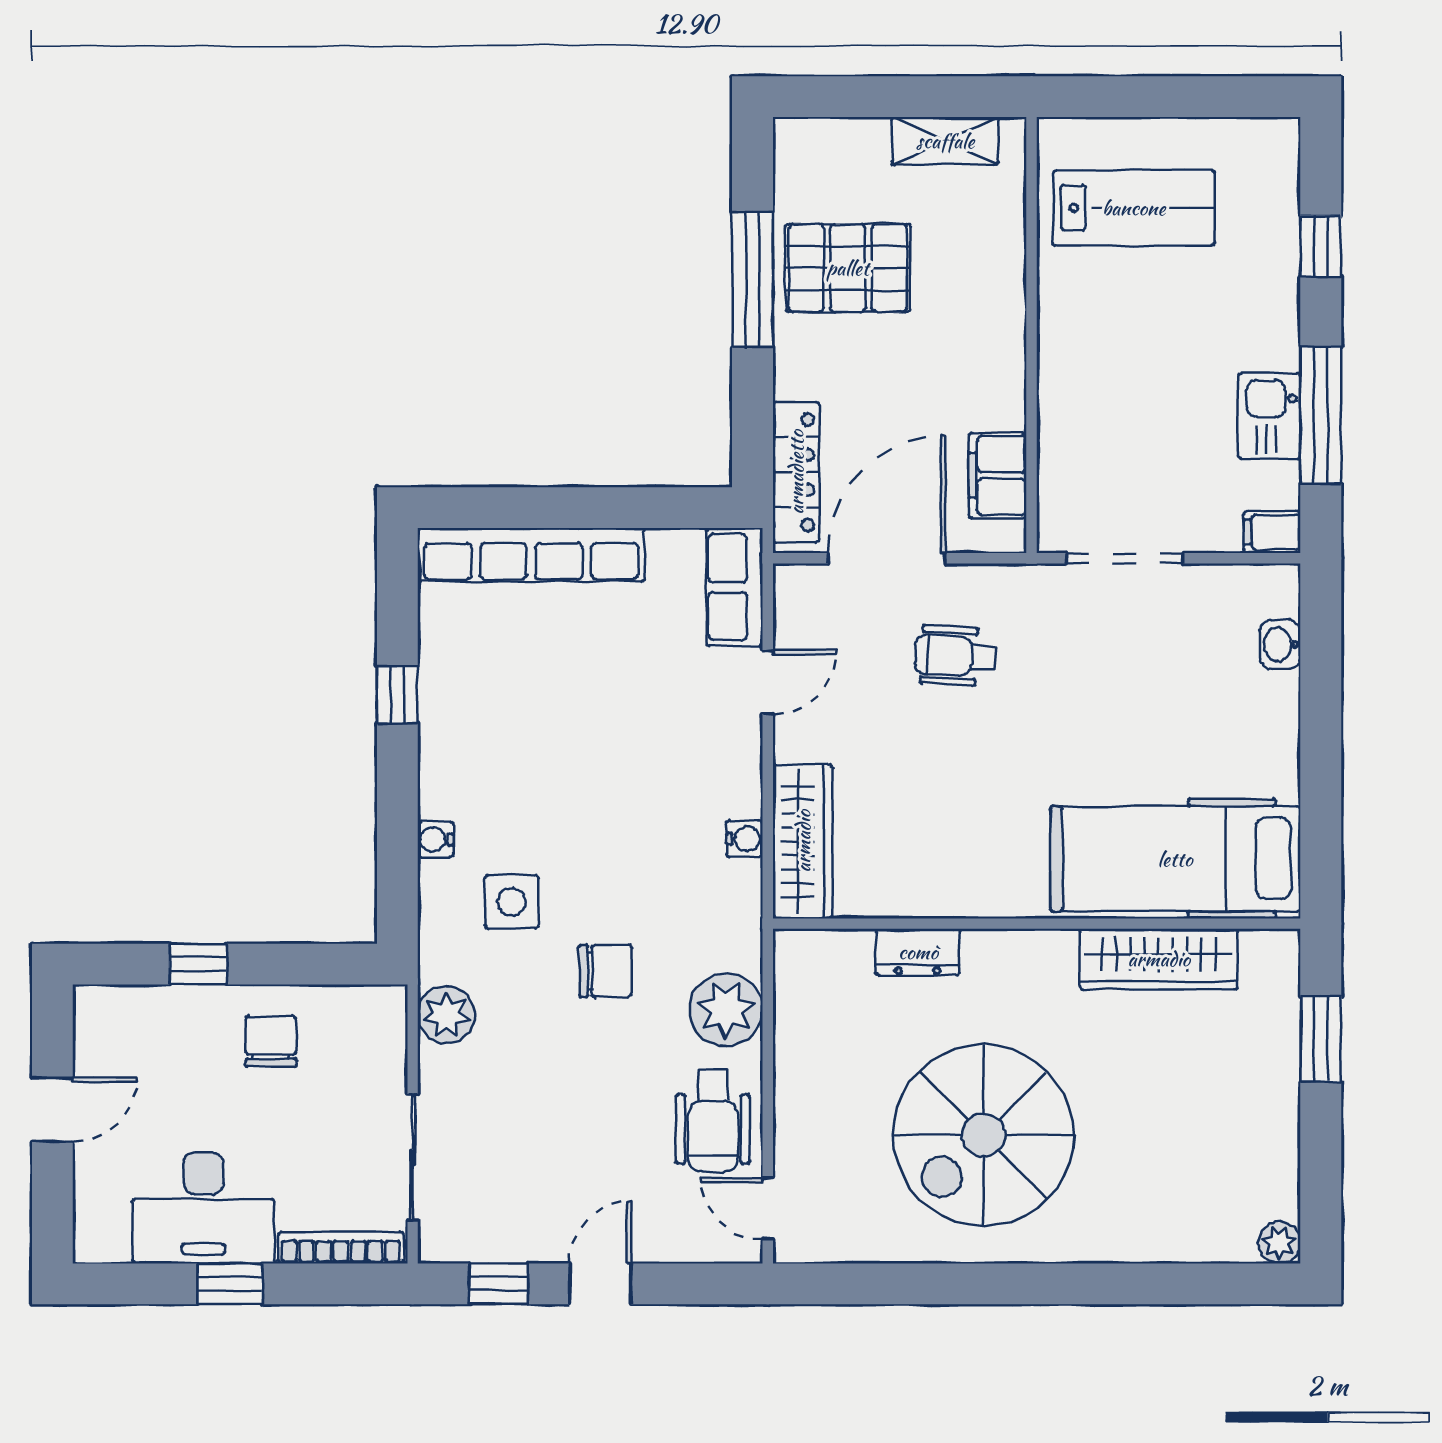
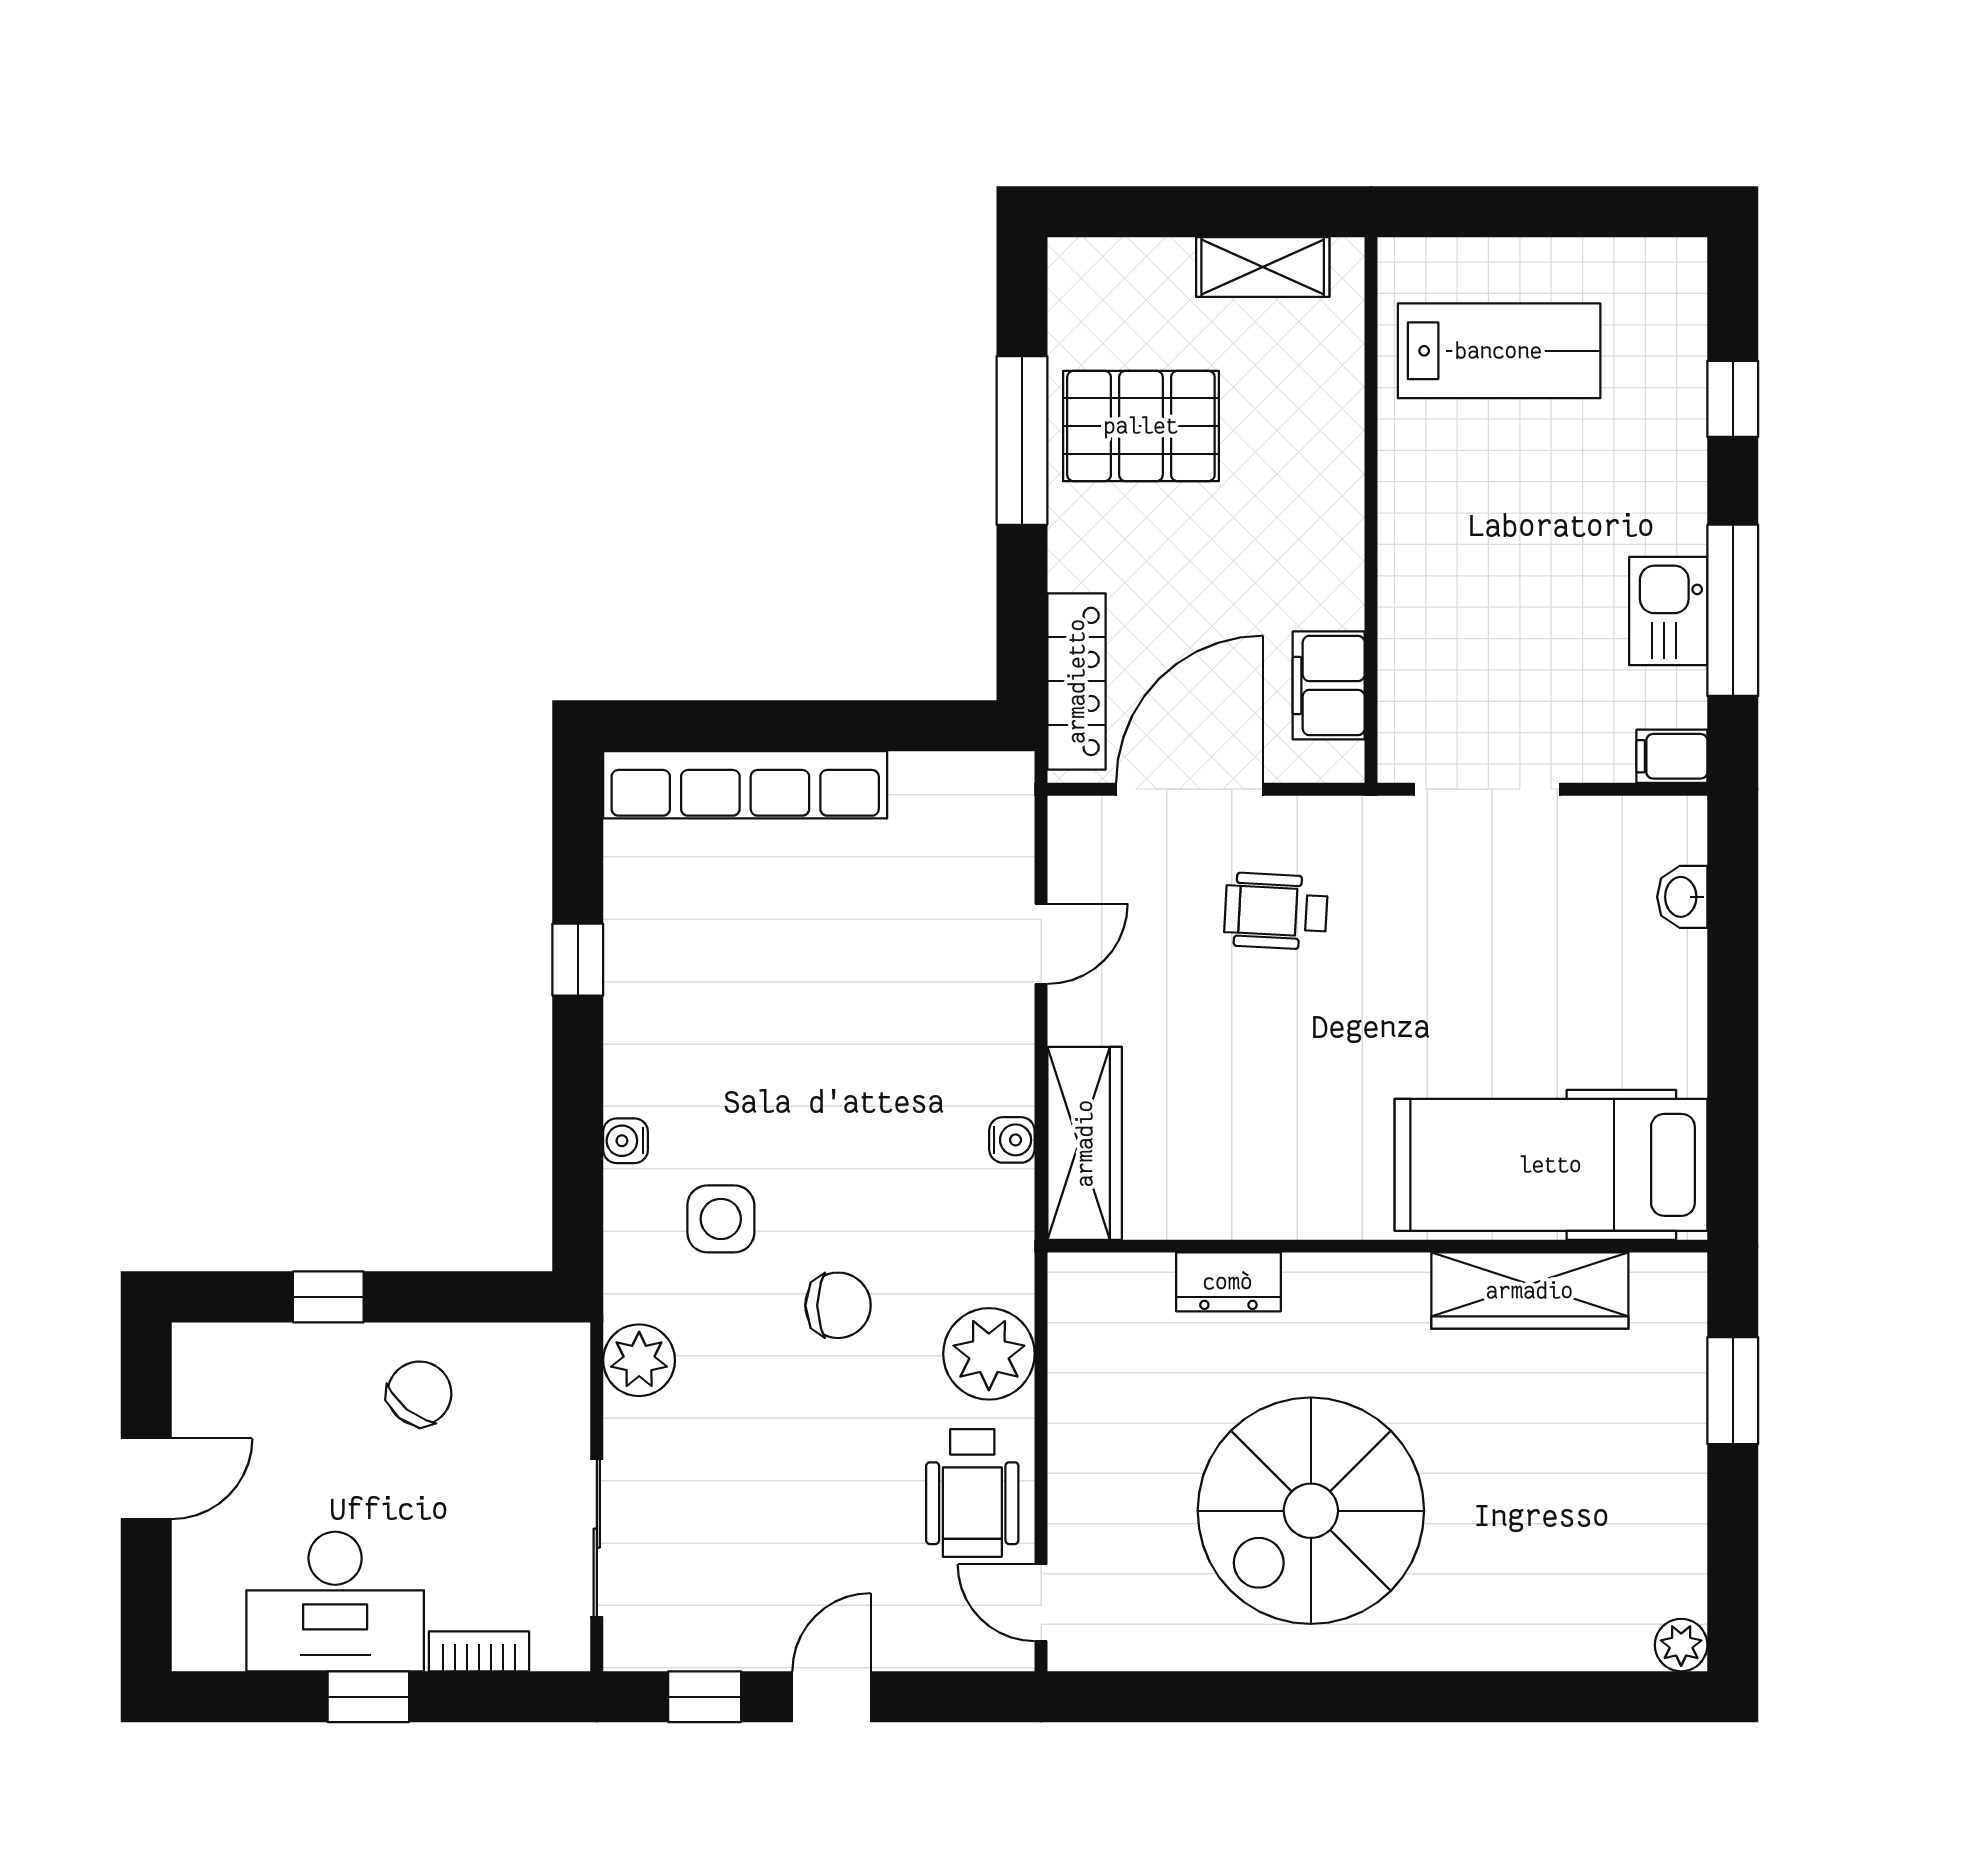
row of seats: (734, 587) -> (999, 825), removed
chair: (271, 1041) -> (419, 1393), turned 39
bookcase: (341, 1248) -> (479, 1651), width x0.64

